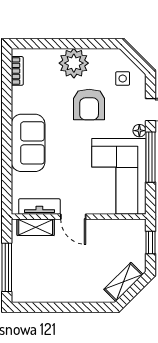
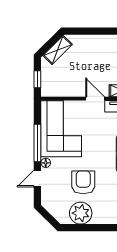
plant: (74, 63) -> (81, 213), moved
side table: (123, 78) -> (58, 202), removed

